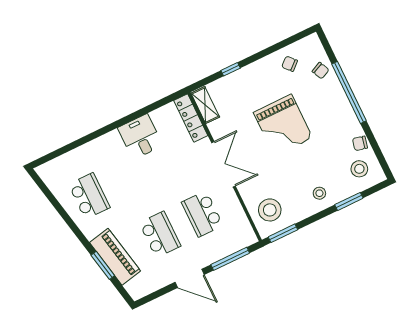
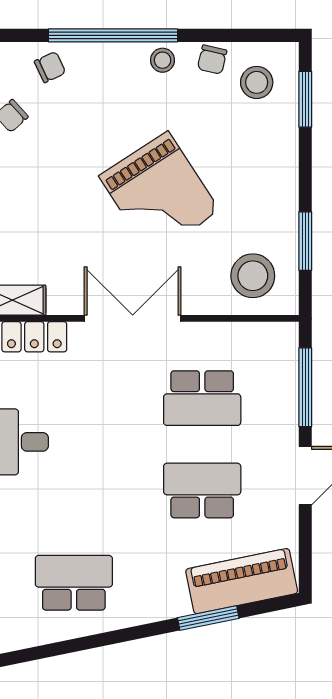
grand piano: (283, 125) -> (159, 194), moved, turned 57
stool: (319, 193) -> (163, 60), moved
window: (349, 201) -> (305, 99), moved
window: (283, 233) -> (305, 241), moved
piano: (115, 257) -> (242, 581), moved

